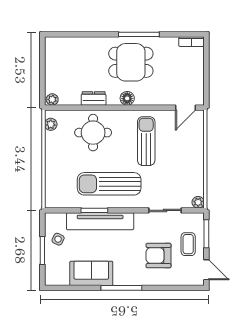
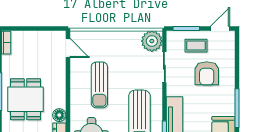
floor lamp: (127, 98) -> (59, 115), moved
sun lounger: (146, 141) -> (99, 85), turned -90
plant: (198, 202) -> (152, 41), width x1.87, depth x1.87

